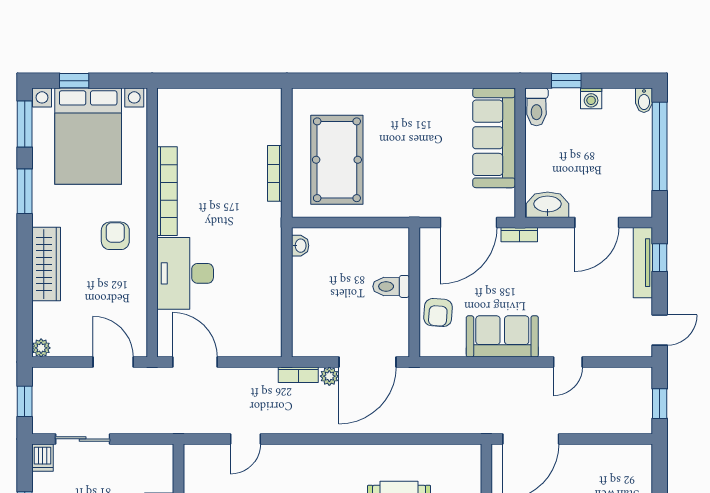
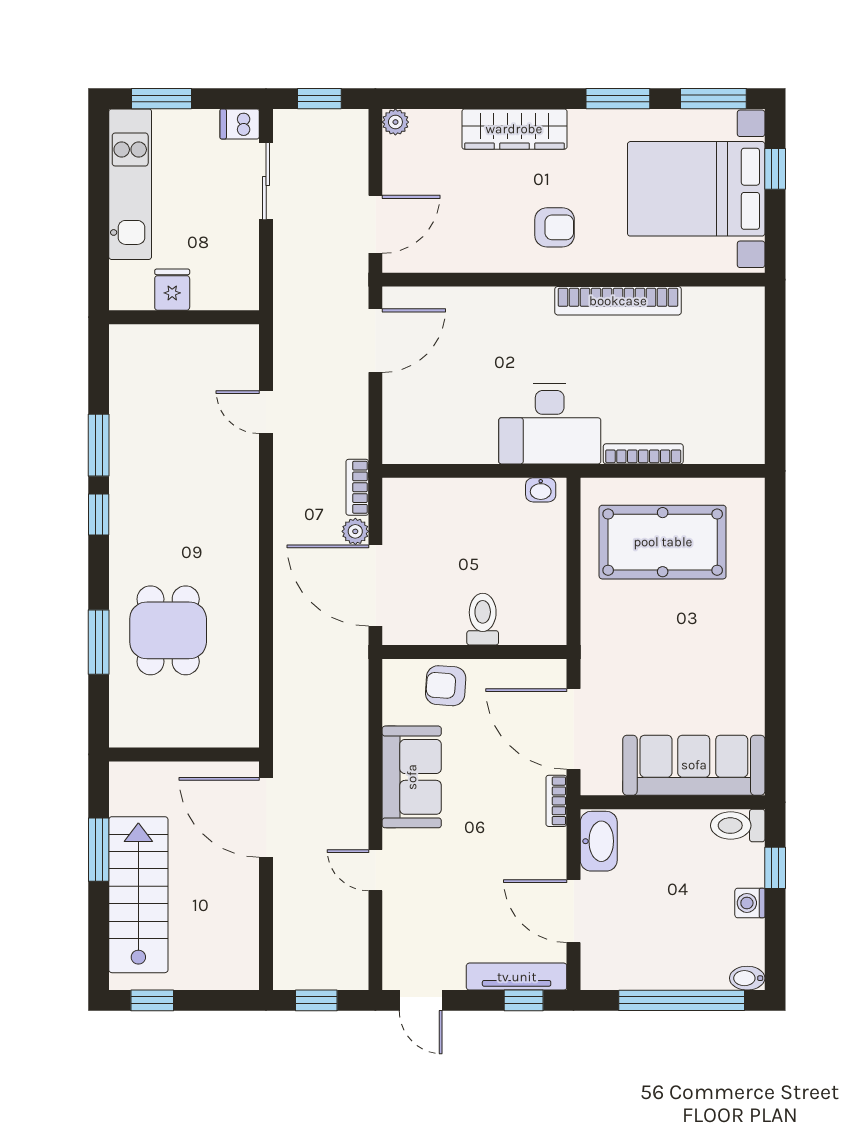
desk: (185, 273) -> (550, 424), moved, turned 180

